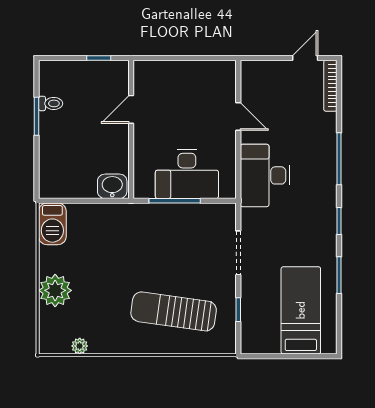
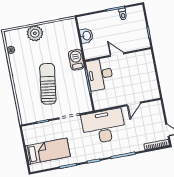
door: (131, 109) -> (117, 55), moved
desk: (187, 174) -> (100, 74), moved
desk: (265, 175) -> (104, 126), width x1.36, depth x1.30
washbasin: (112, 186) -> (86, 36), moved
barbecue: (52, 224) -> (76, 60), moved, turned 90
sun lounger: (174, 311) -> (48, 84), moved

